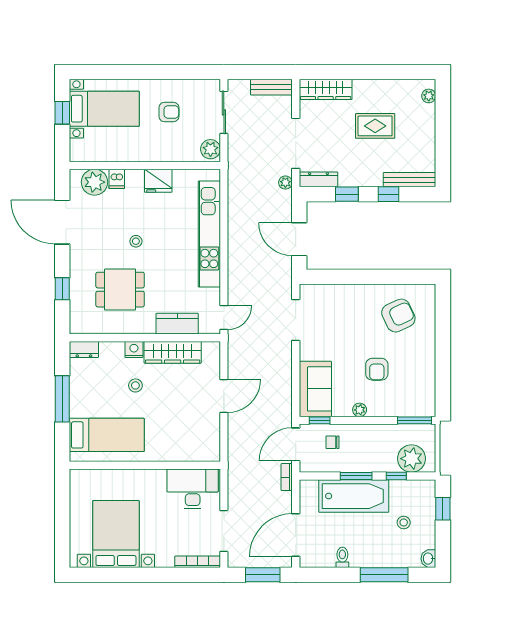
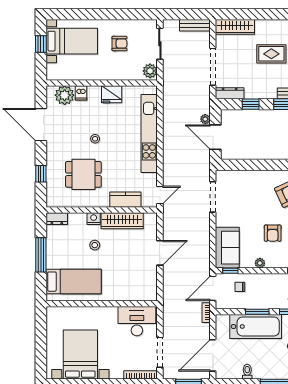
plant: (285, 183) -> (205, 119), moved

